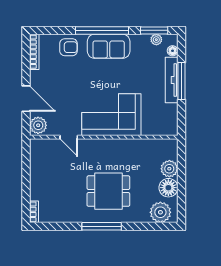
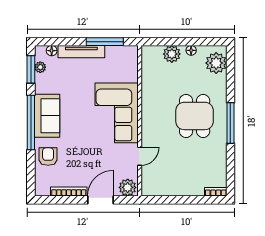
bookcase: (34, 52) -> (69, 191), moved
window: (181, 81) -> (105, 42), moved
floor lamp: (168, 188) -> (191, 50), width x0.53, depth x0.53

